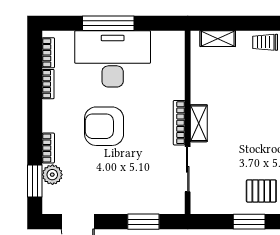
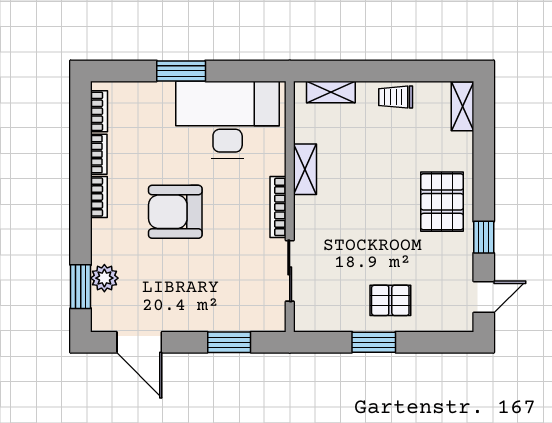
window: (108, 23) -> (181, 71), width x0.69
desk: (113, 59) -> (228, 120), moved
shelving: (199, 123) -> (305, 169), moved
bookcase: (48, 148) -> (99, 197), moved

